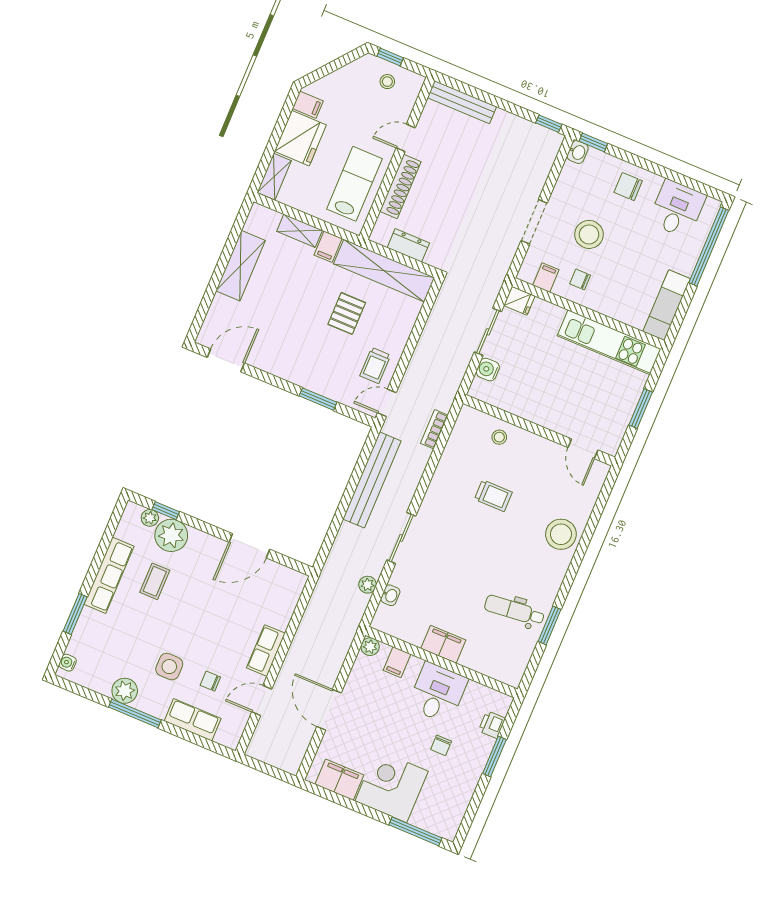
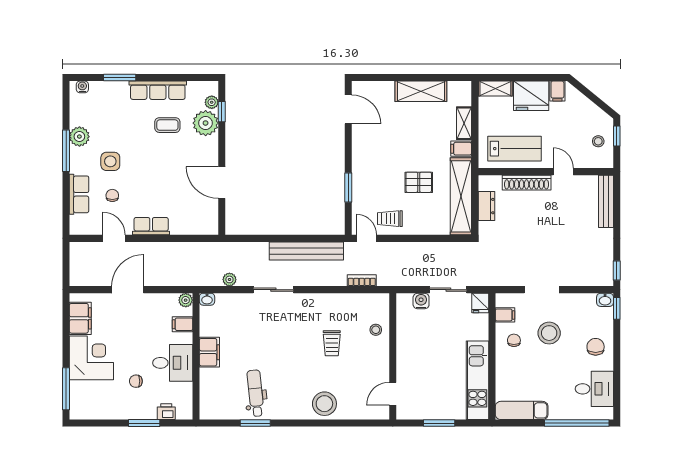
washbasin: (390, 595) -> (207, 299), moved

